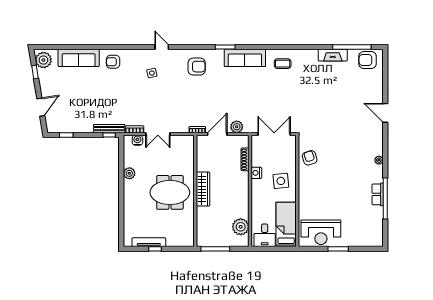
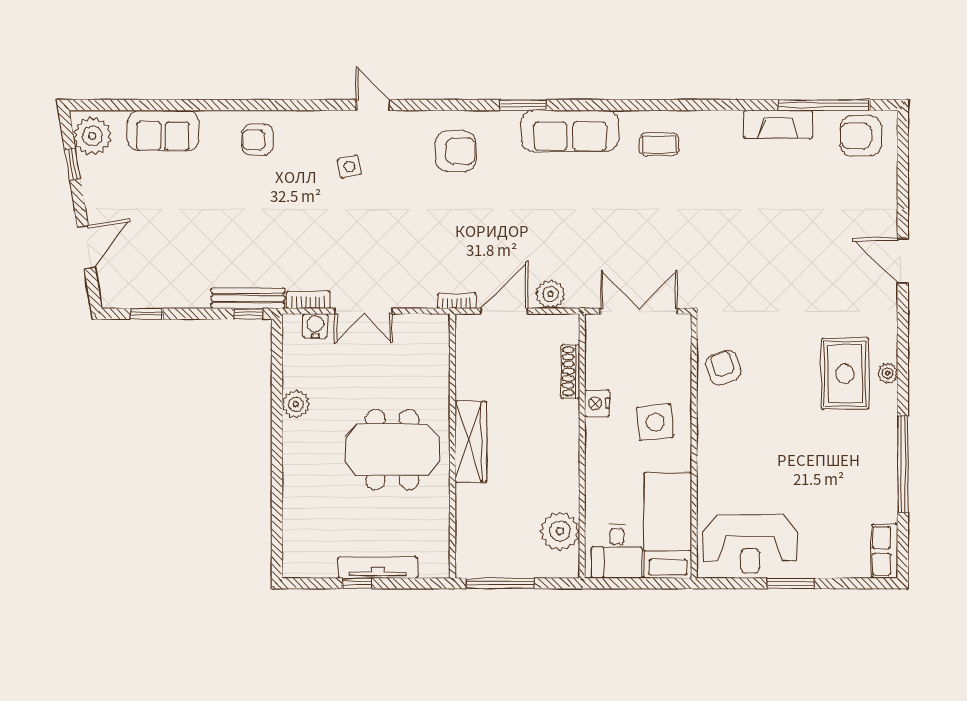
sofa: (79, 58) -> (163, 131), width x0.73
rug: (361, 160) -> (845, 374), added
row of seats: (378, 194) -> (885, 551), moved
tv unit: (149, 242) -> (378, 568), moved

